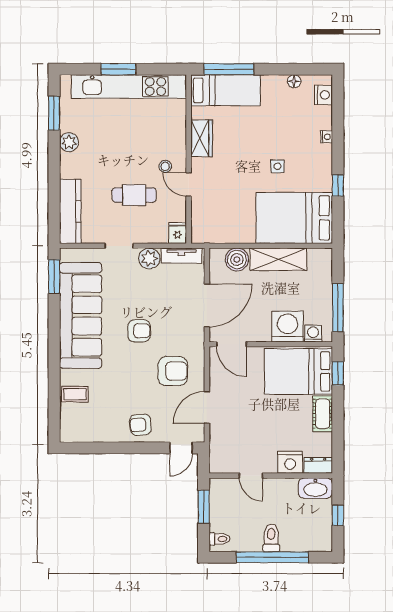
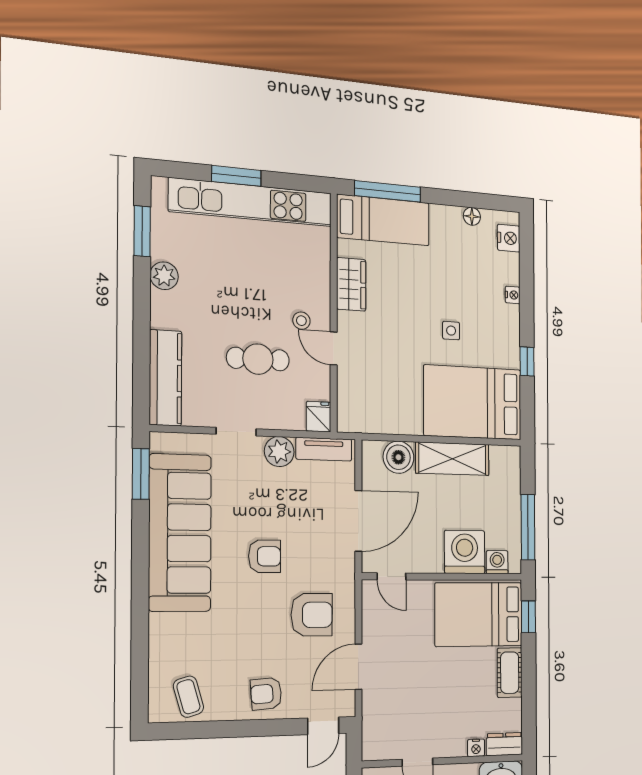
door: (232, 344) -> (392, 576), width x0.73
coffee table: (75, 394) -> (188, 697), moved, turned 74
nightstand: (290, 462) -> (476, 748), width x0.53, depth x0.56

